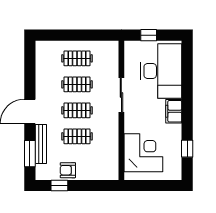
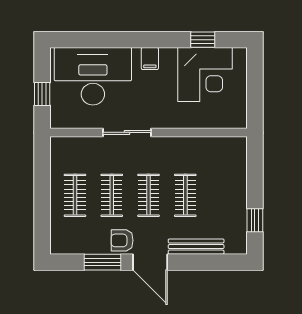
filing cabinet: (174, 111) -> (150, 59), width x0.50
corner desk: (143, 153) -> (205, 75), moved, turned 180
window: (30, 154) -> (102, 262), moved
armchair: (68, 170) -> (122, 240), moved, turned 90

